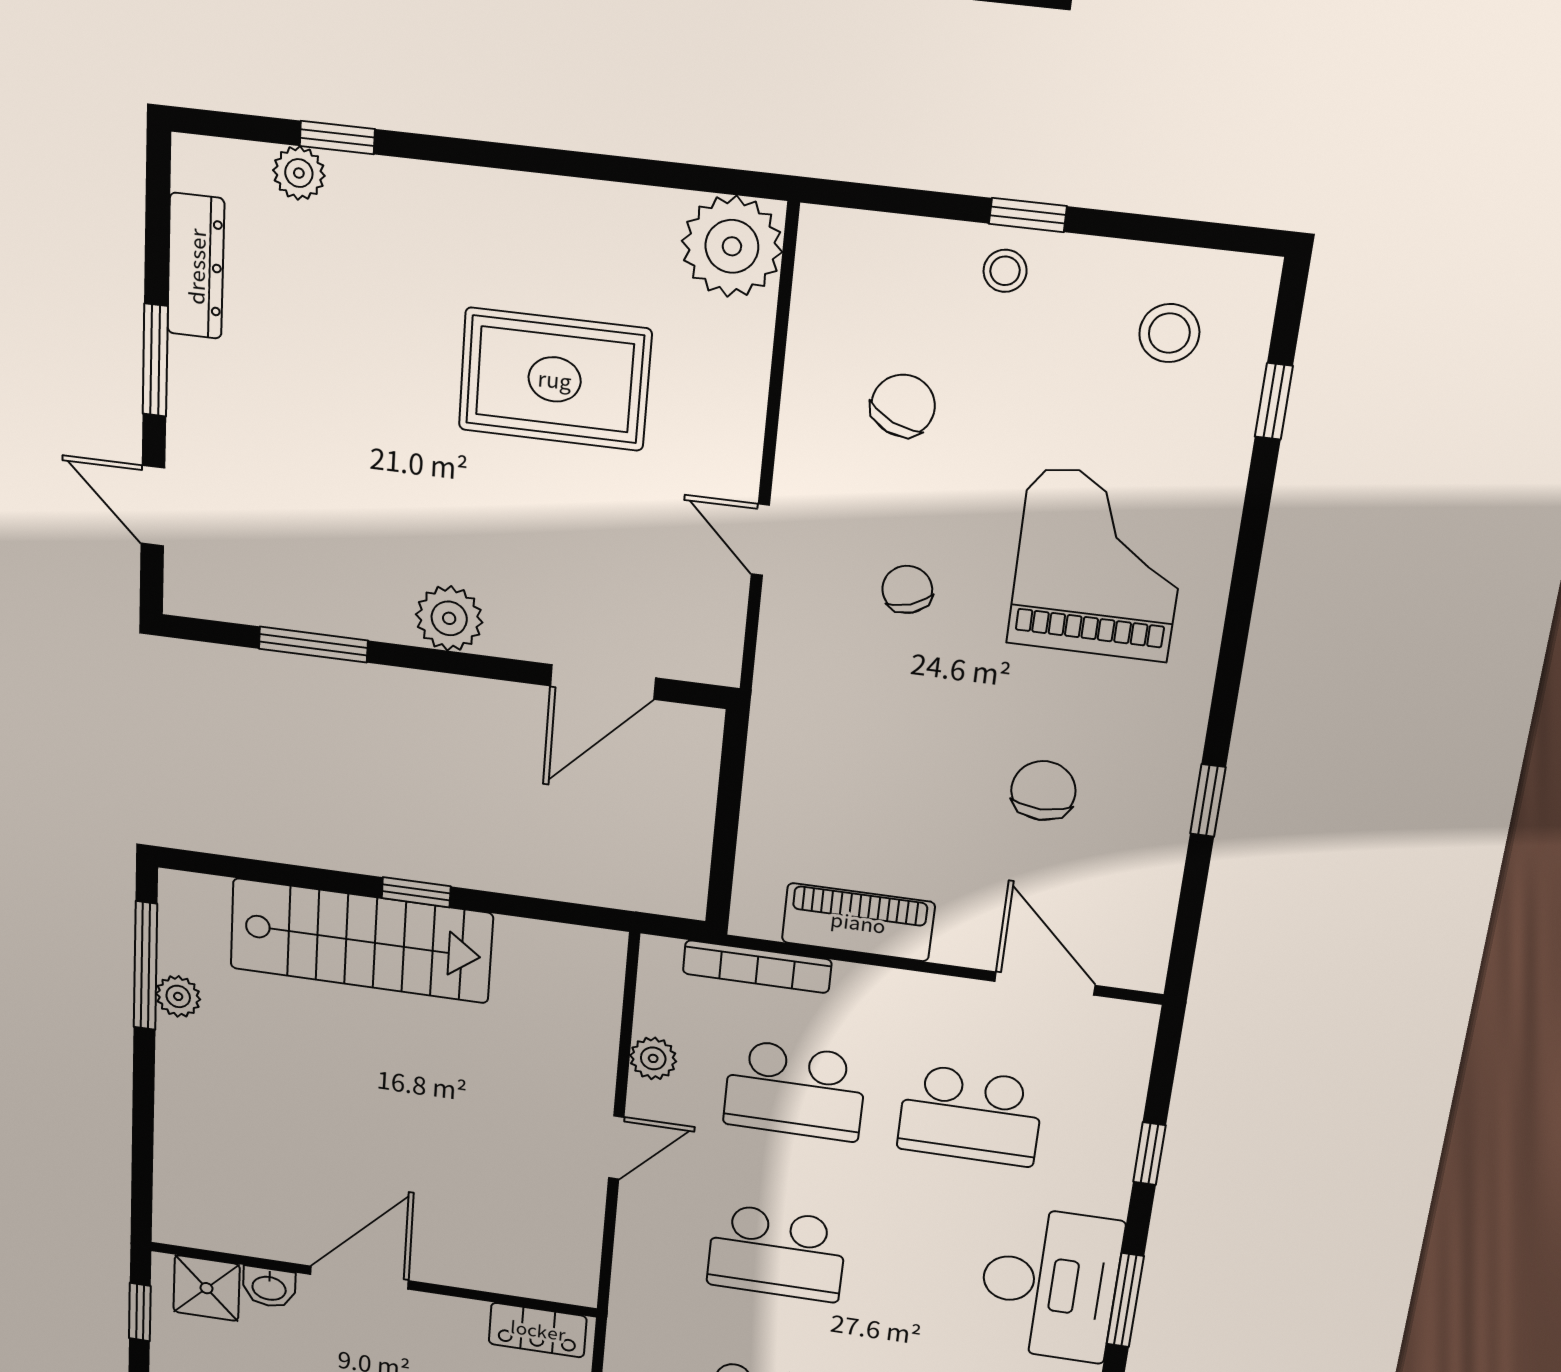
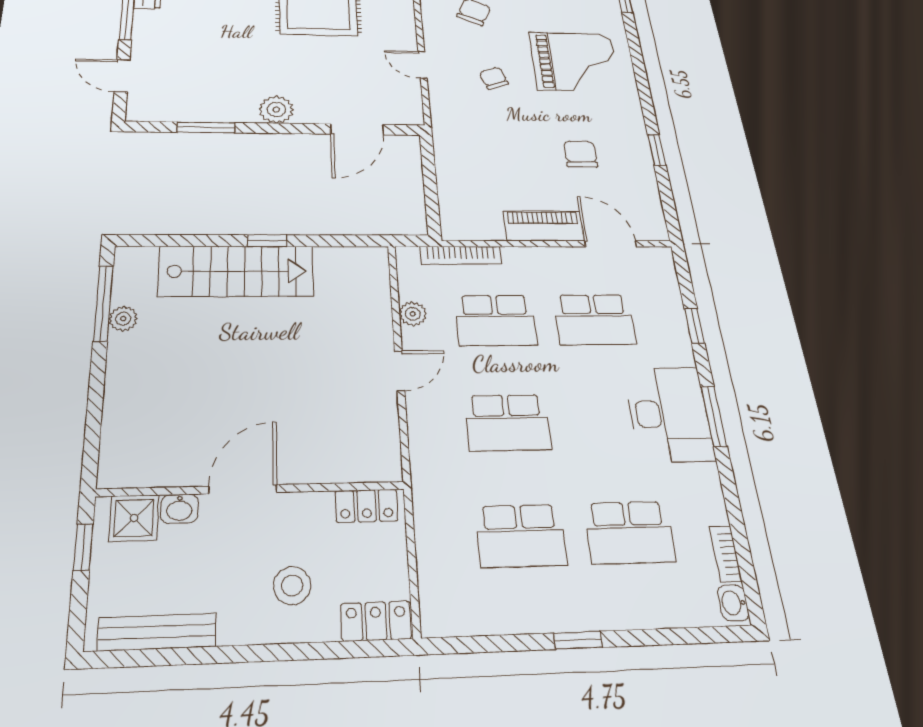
grand piano: (1099, 564) -> (575, 62), turned 90
piano: (858, 922) -> (543, 226), moved

